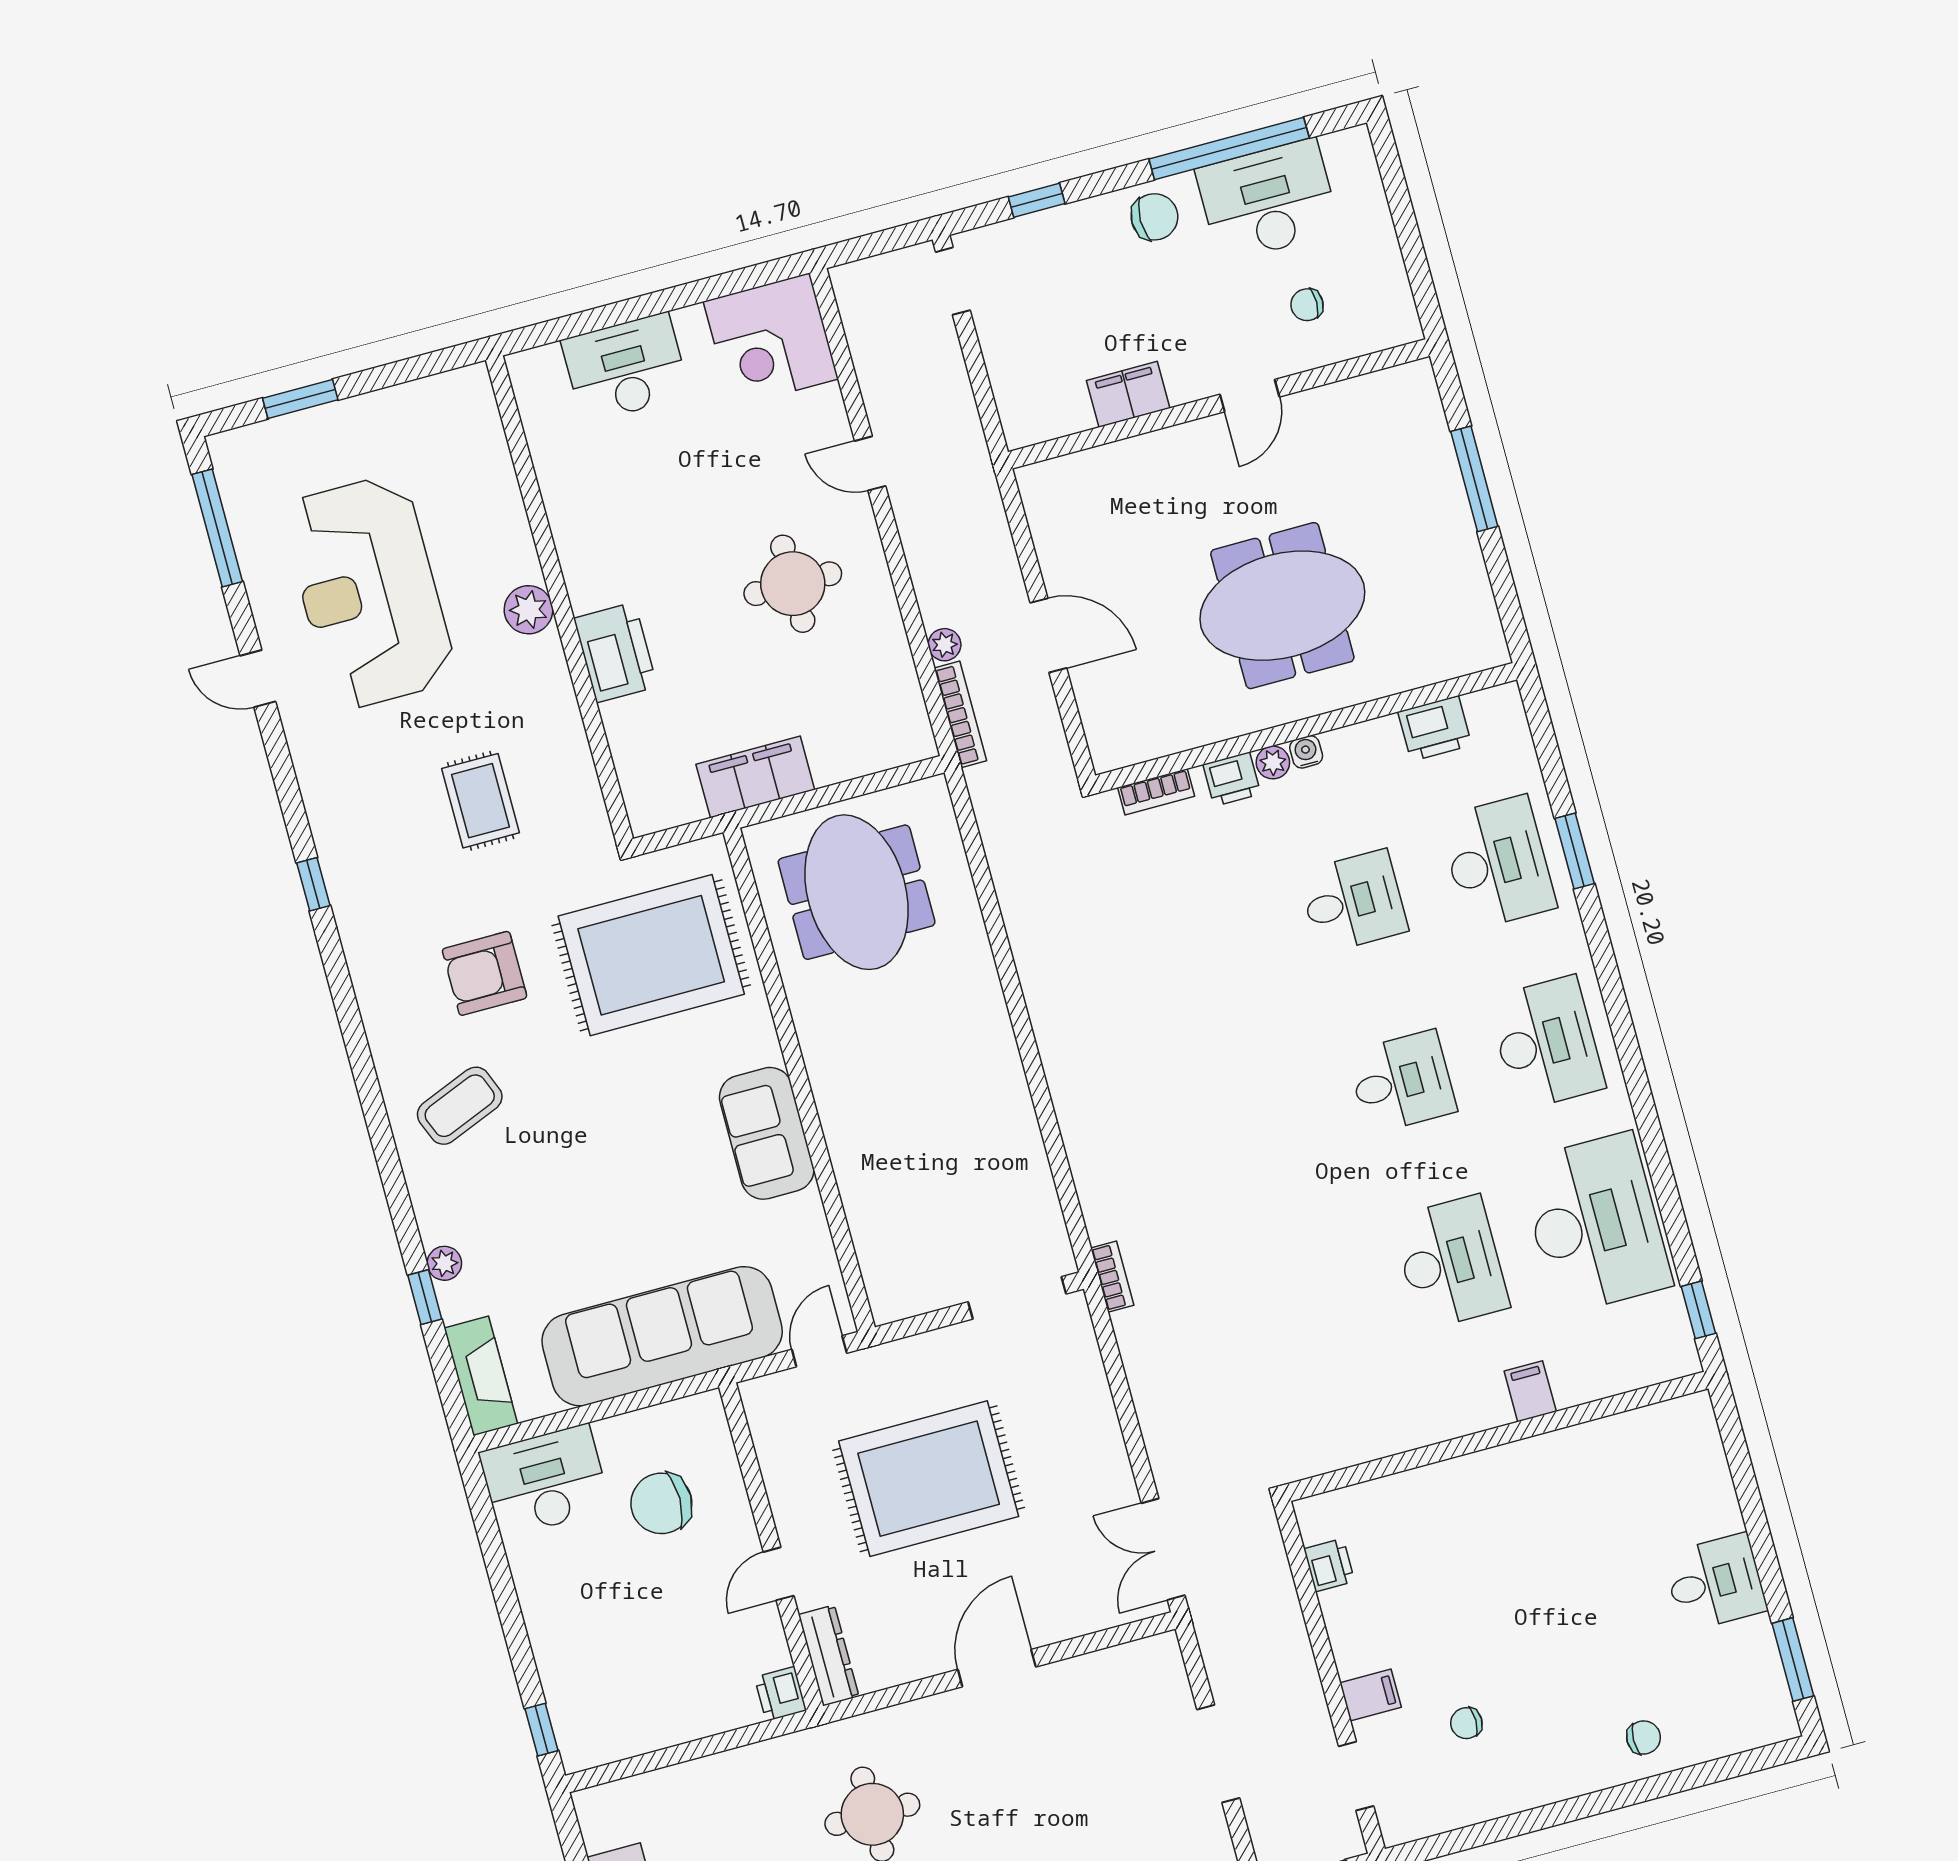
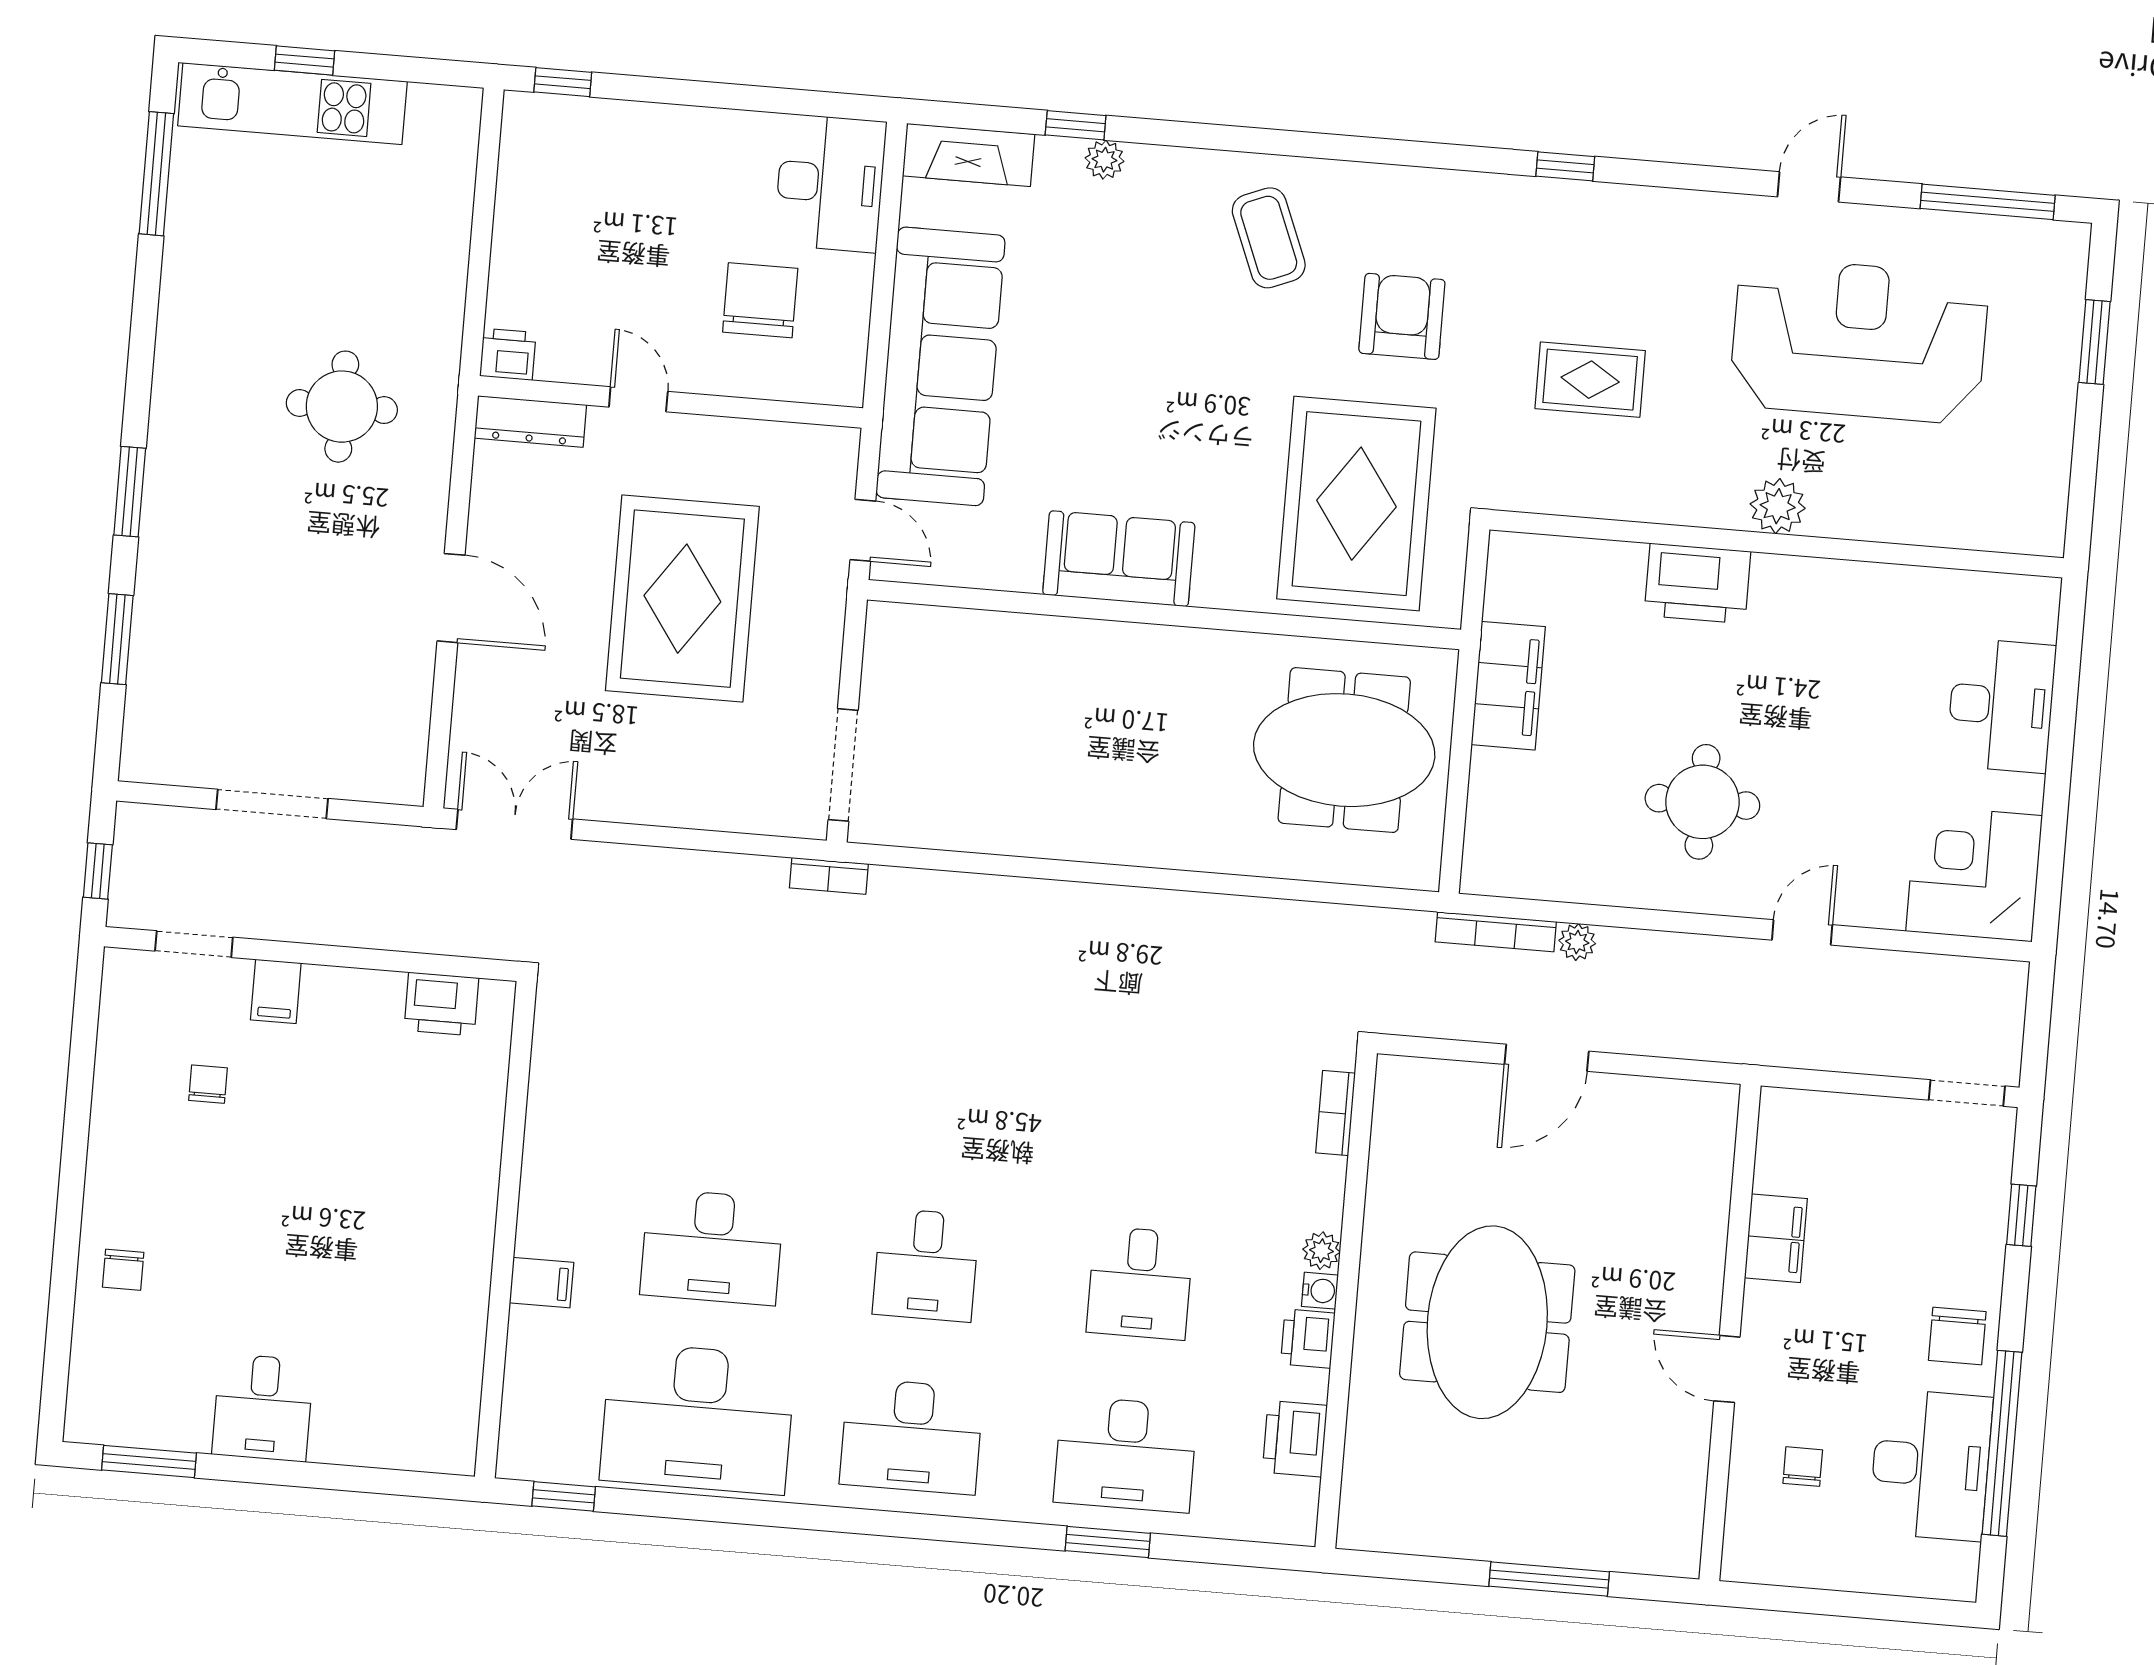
printer: (1232, 779) -> (1308, 1339), moved
printer: (1329, 1565) -> (441, 1004), width x1.36, depth x1.24

